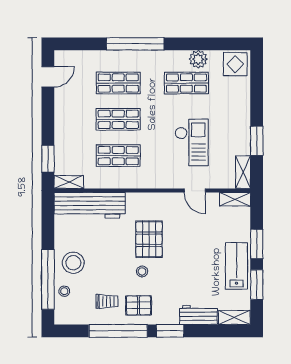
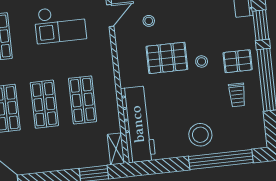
checkout: (192, 143) -> (60, 24), turned 180
stool: (64, 291) -> (149, 21), moved
trolley: (107, 301) -> (237, 95), turned 180
pallet: (139, 305) -> (238, 61), turned 90

